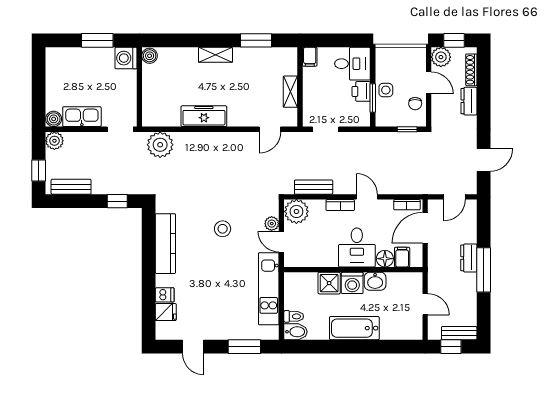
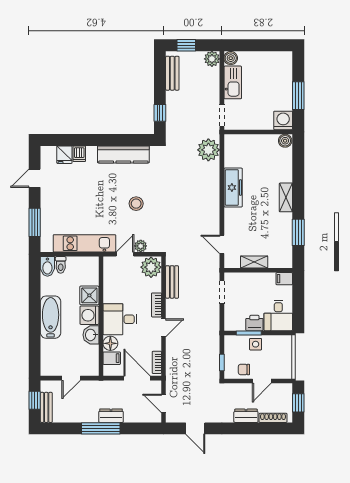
plant: (441, 57) -> (284, 392), removed

